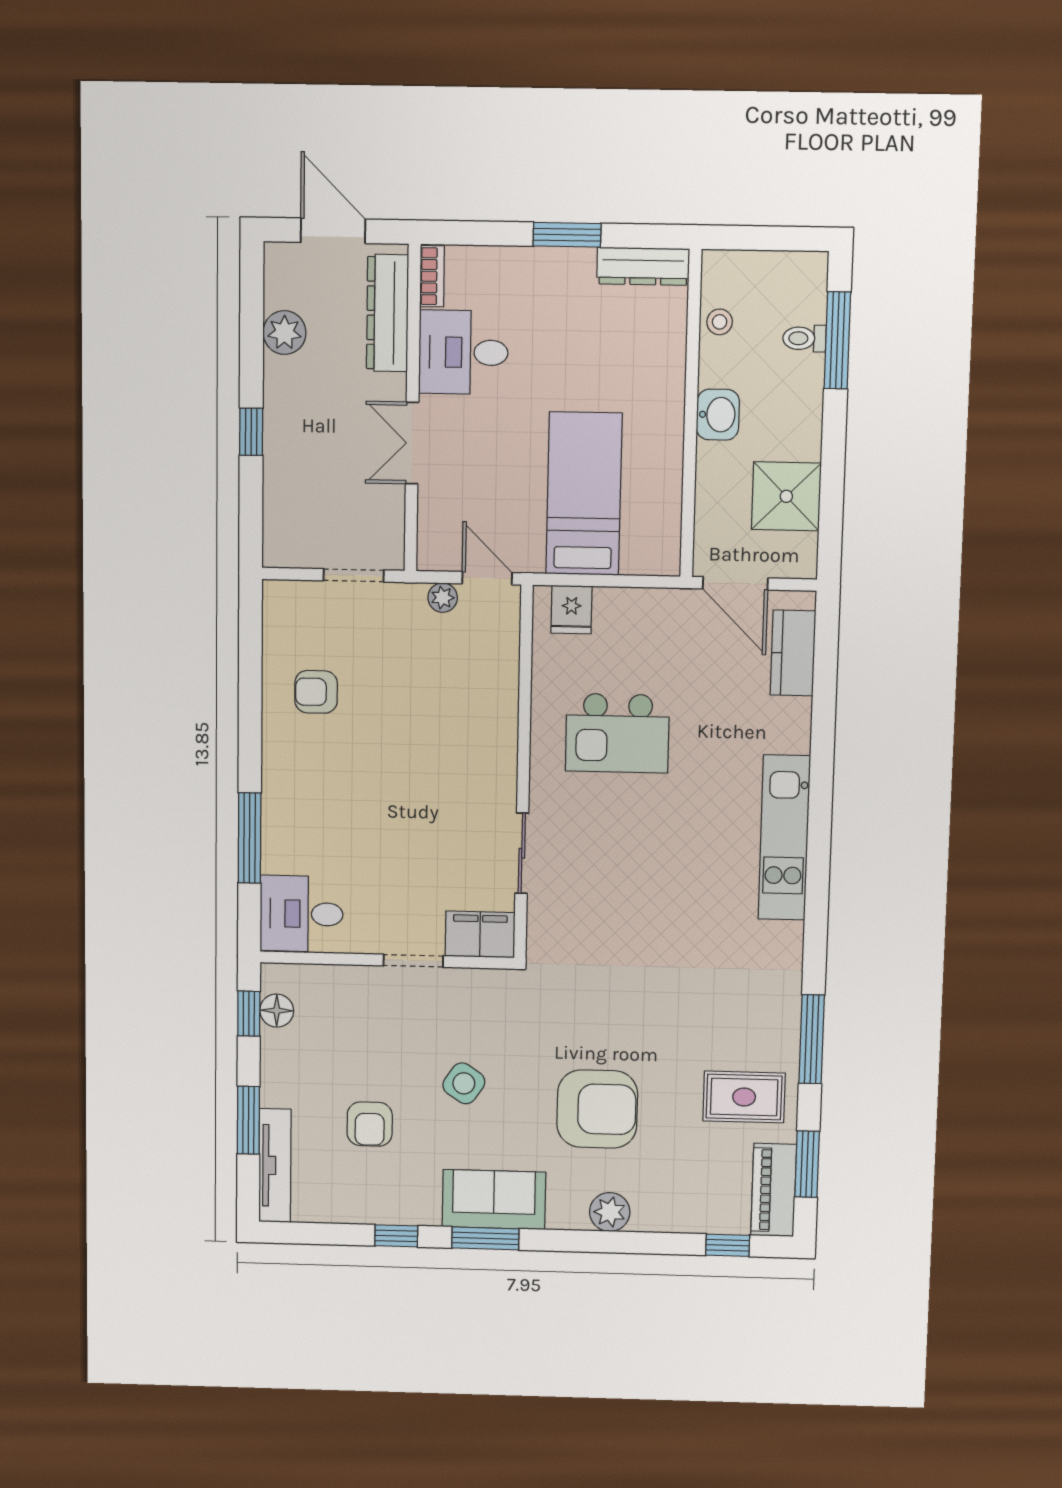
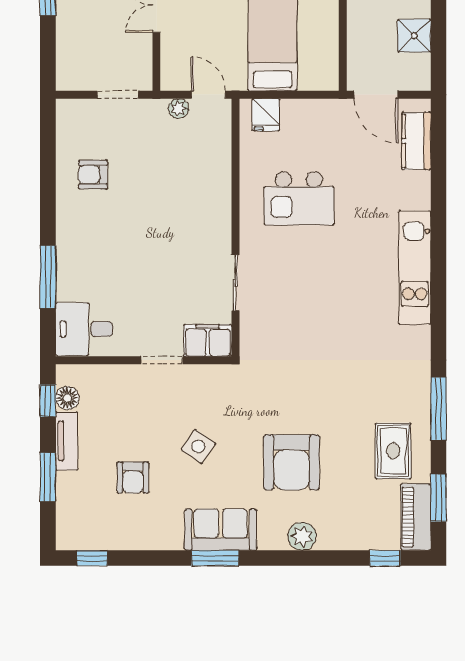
shower: (786, 496) -> (414, 36), width x0.73, depth x0.73
rug: (744, 1097) -> (393, 451), turned 90
armchair: (597, 1109) -> (291, 462), turned 90
tv unit: (275, 1166) -> (67, 441), moved, width x0.71
window: (396, 1236) -> (92, 558), moved

